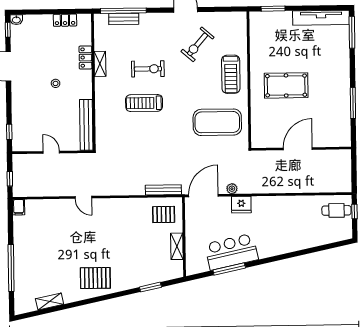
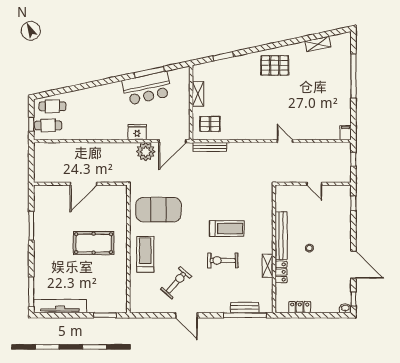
bench: (86, 125) -> (281, 236), moved
plant: (232, 189) -> (146, 152), width x1.87, depth x1.87
cafe table: (332, 231) -> (52, 106), added

